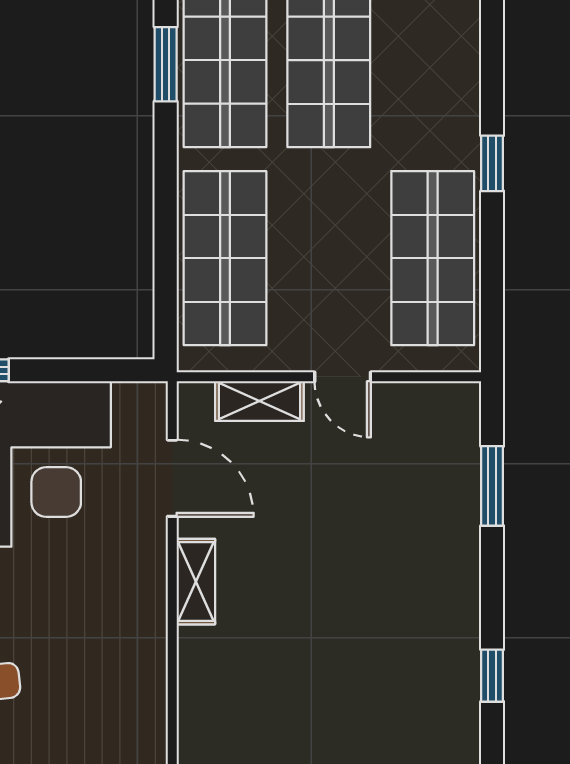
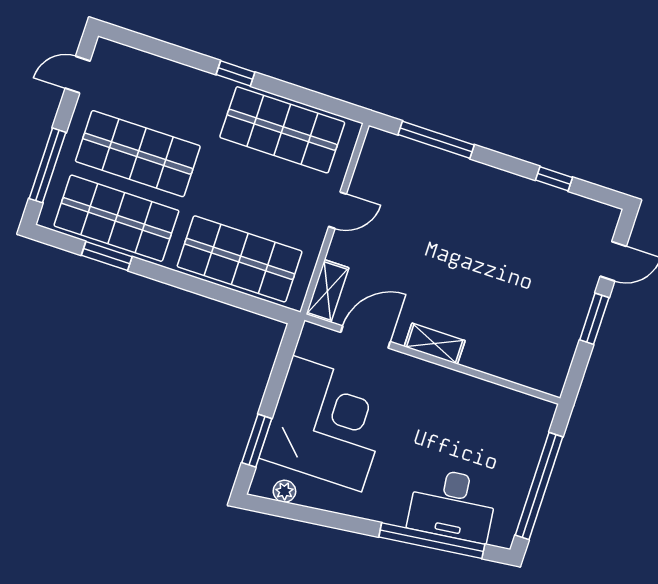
shelving: (259, 401) -> (328, 291), moved
window: (492, 486) -> (436, 140), width x1.44

